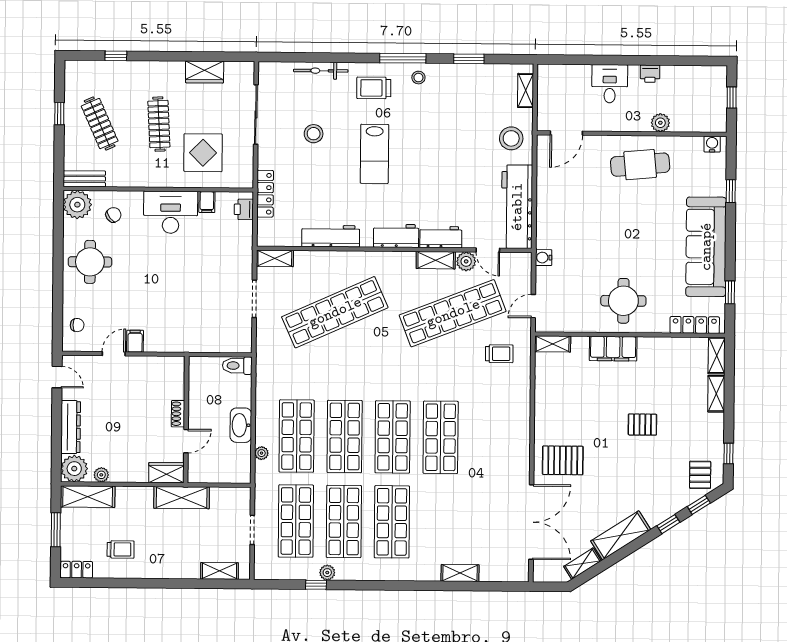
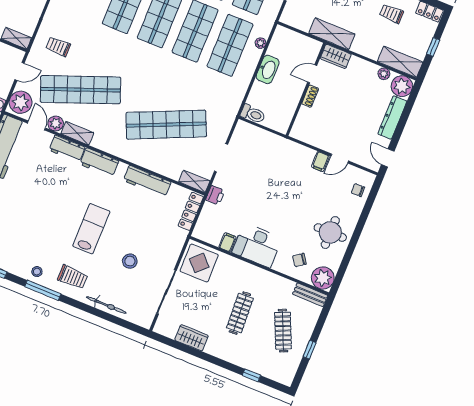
display table: (203, 153) -> (199, 263), moved
locker: (265, 194) -> (191, 211), moved
printer: (244, 209) -> (215, 195), moved
plant: (517, 270) -> (21, 102), added
window: (56, 530) -> (433, 47), width x0.67

